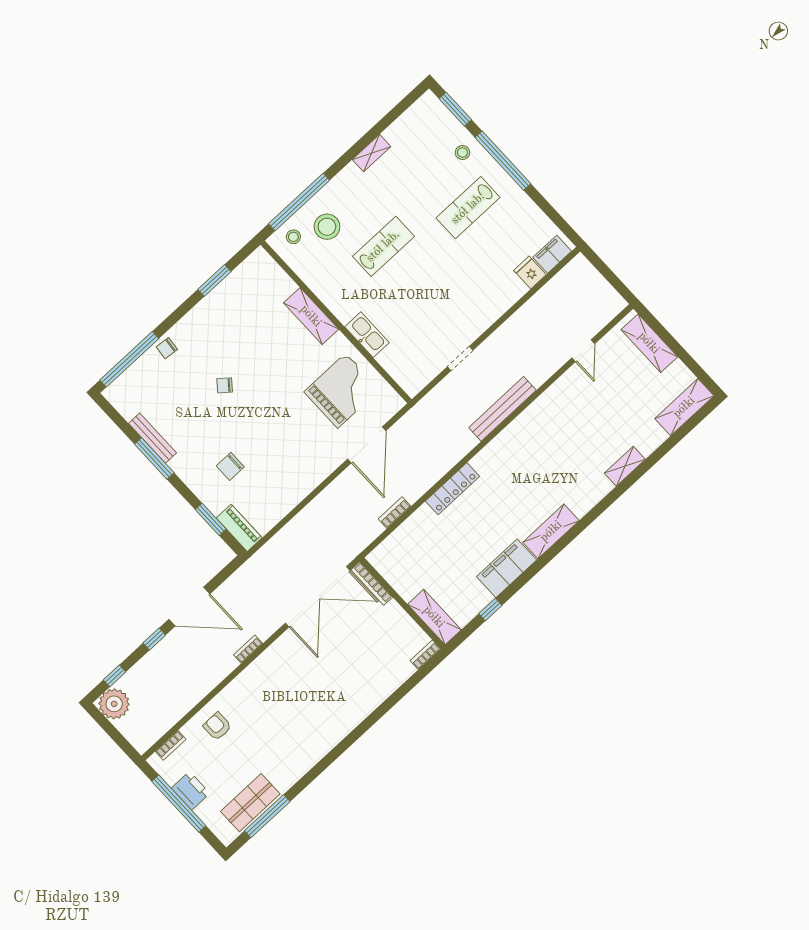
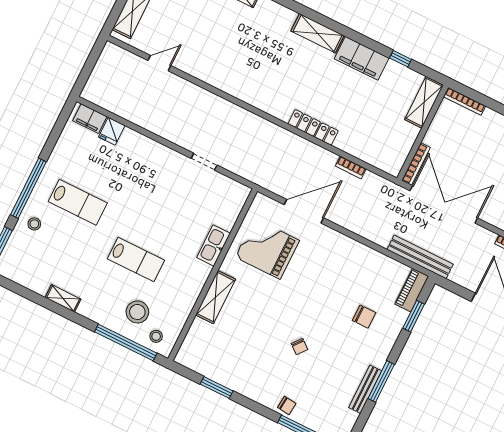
lab bench: (383, 246) -> (136, 259), turned 180
bench: (502, 409) -> (420, 257), moved
bookcase: (425, 655) -> (465, 101), width x1.56

